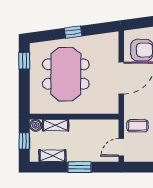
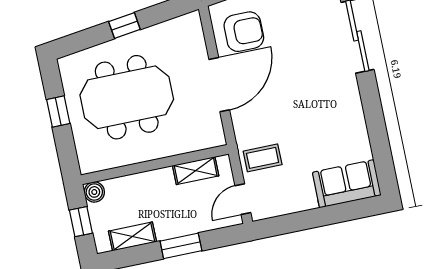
window: (24, 61) -> (58, 112), moved
meeting table: (66, 74) -> (127, 97), turned 90
shelving: (56, 125) -> (196, 171), moved

